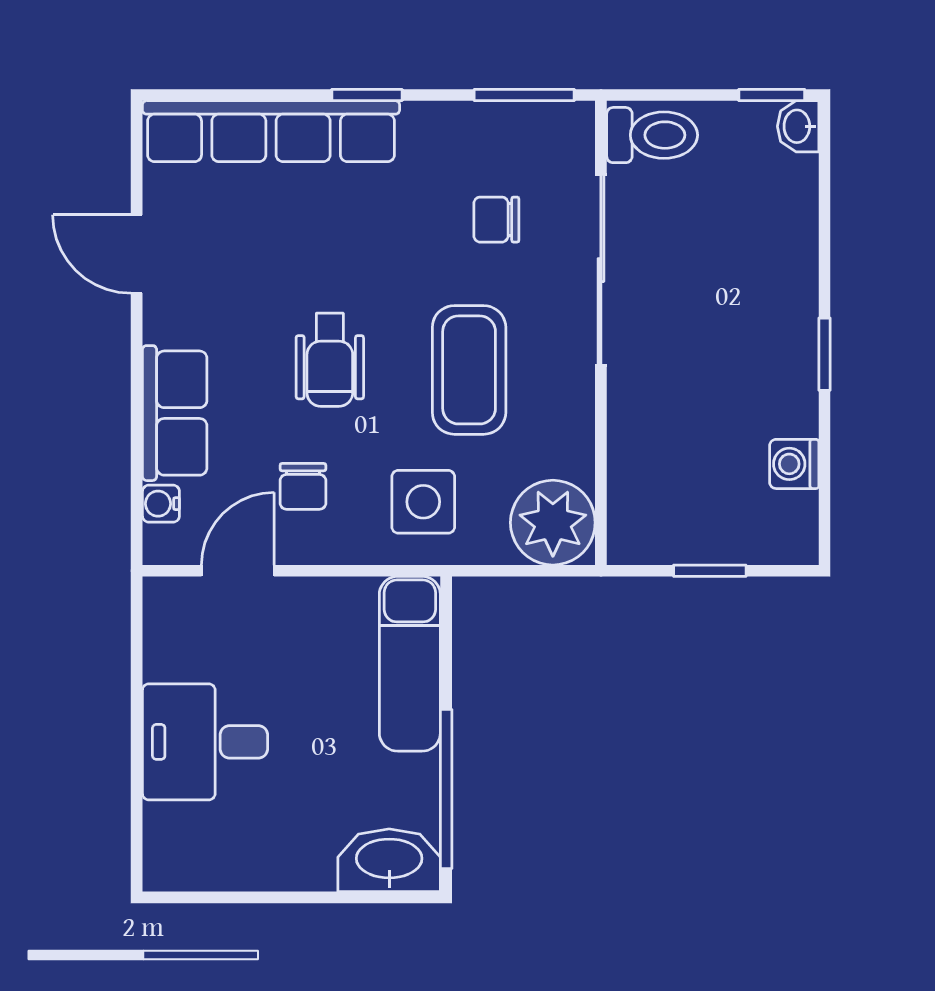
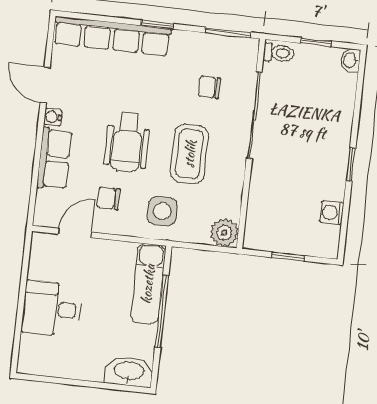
window: (772, 95) -> (316, 42), moved
toilet: (652, 135) -> (279, 53), width x0.73, depth x0.72
wheelchair: (330, 360) -> (127, 142), width x1.36, depth x1.37
chair: (303, 486) -> (109, 198), turned 90
water cooler: (161, 504) -> (53, 117), moved
plant: (553, 523) -> (224, 233), width x0.73, depth x0.73
window: (446, 789) -> (162, 311), moved

